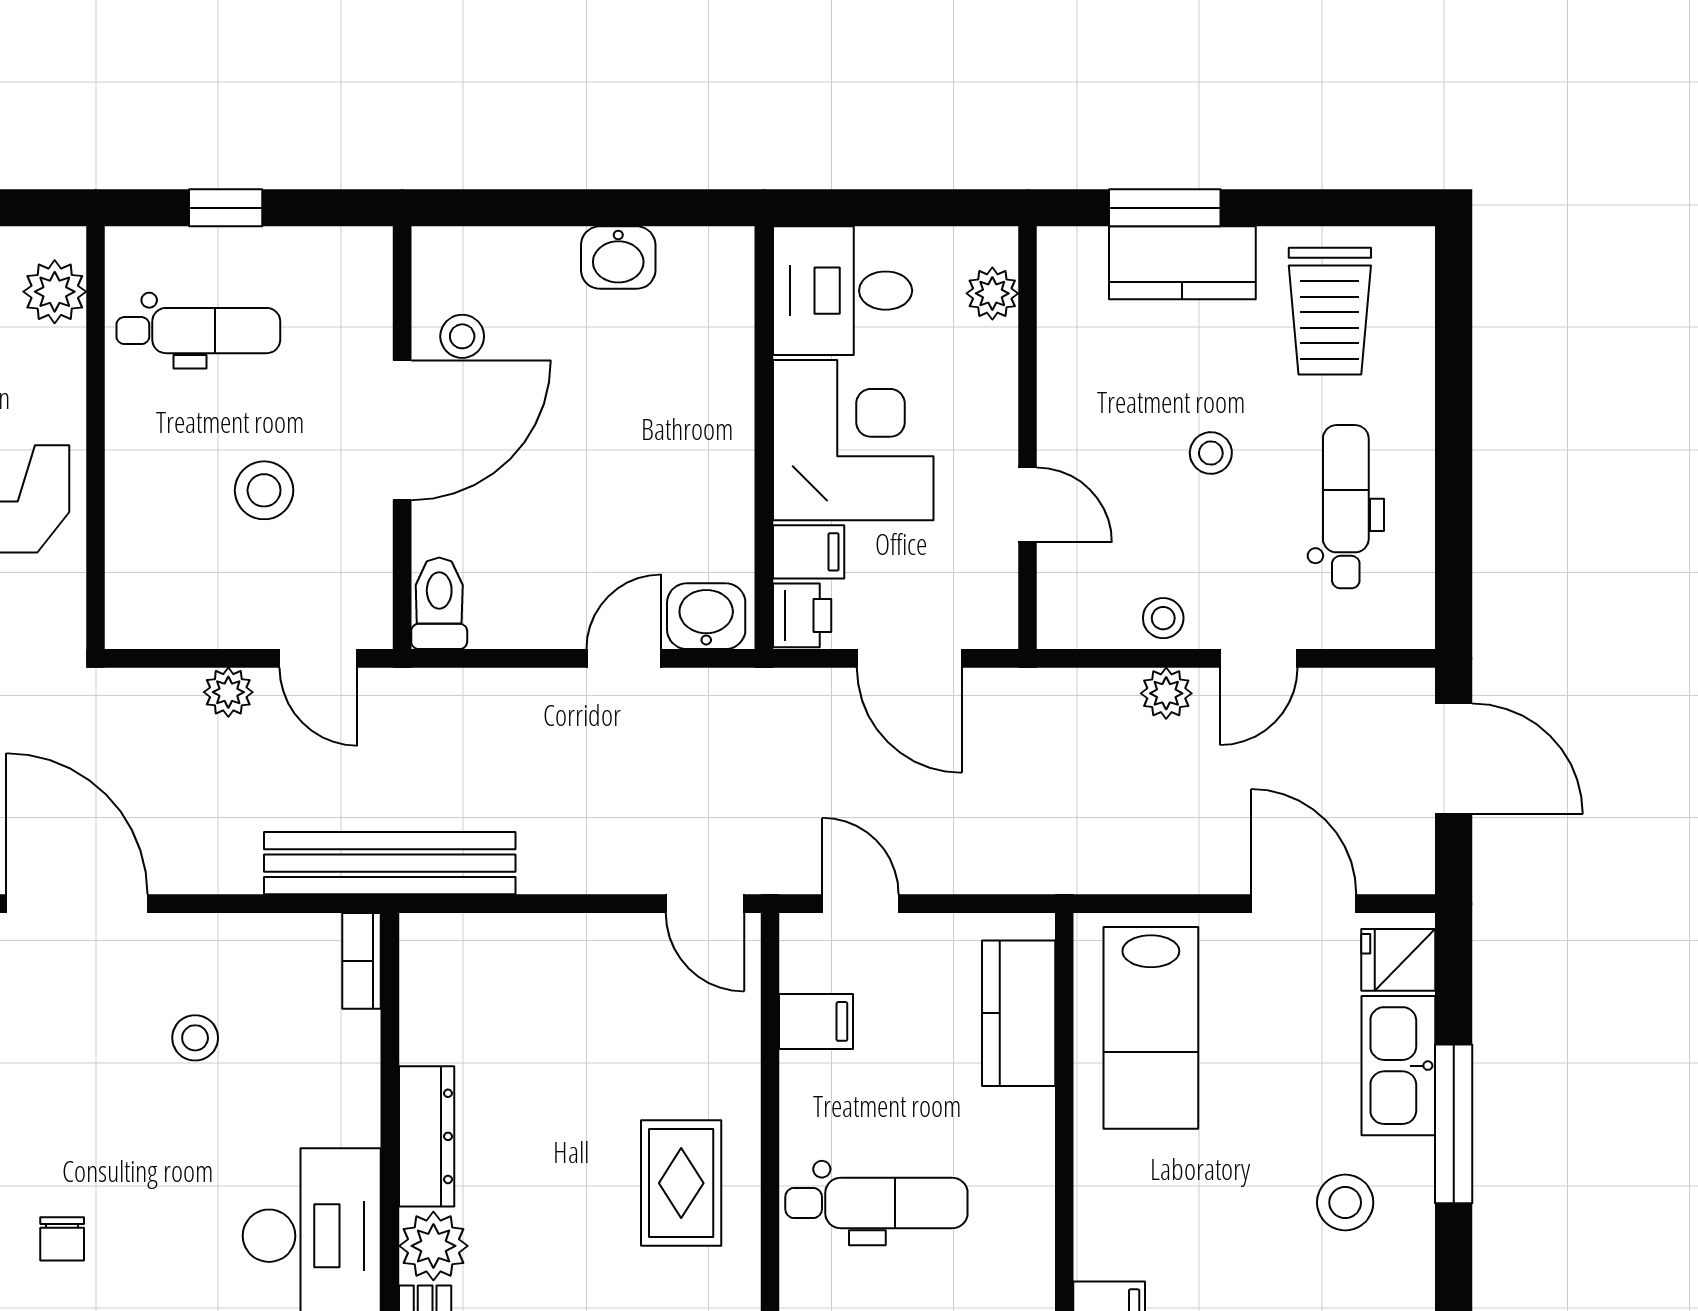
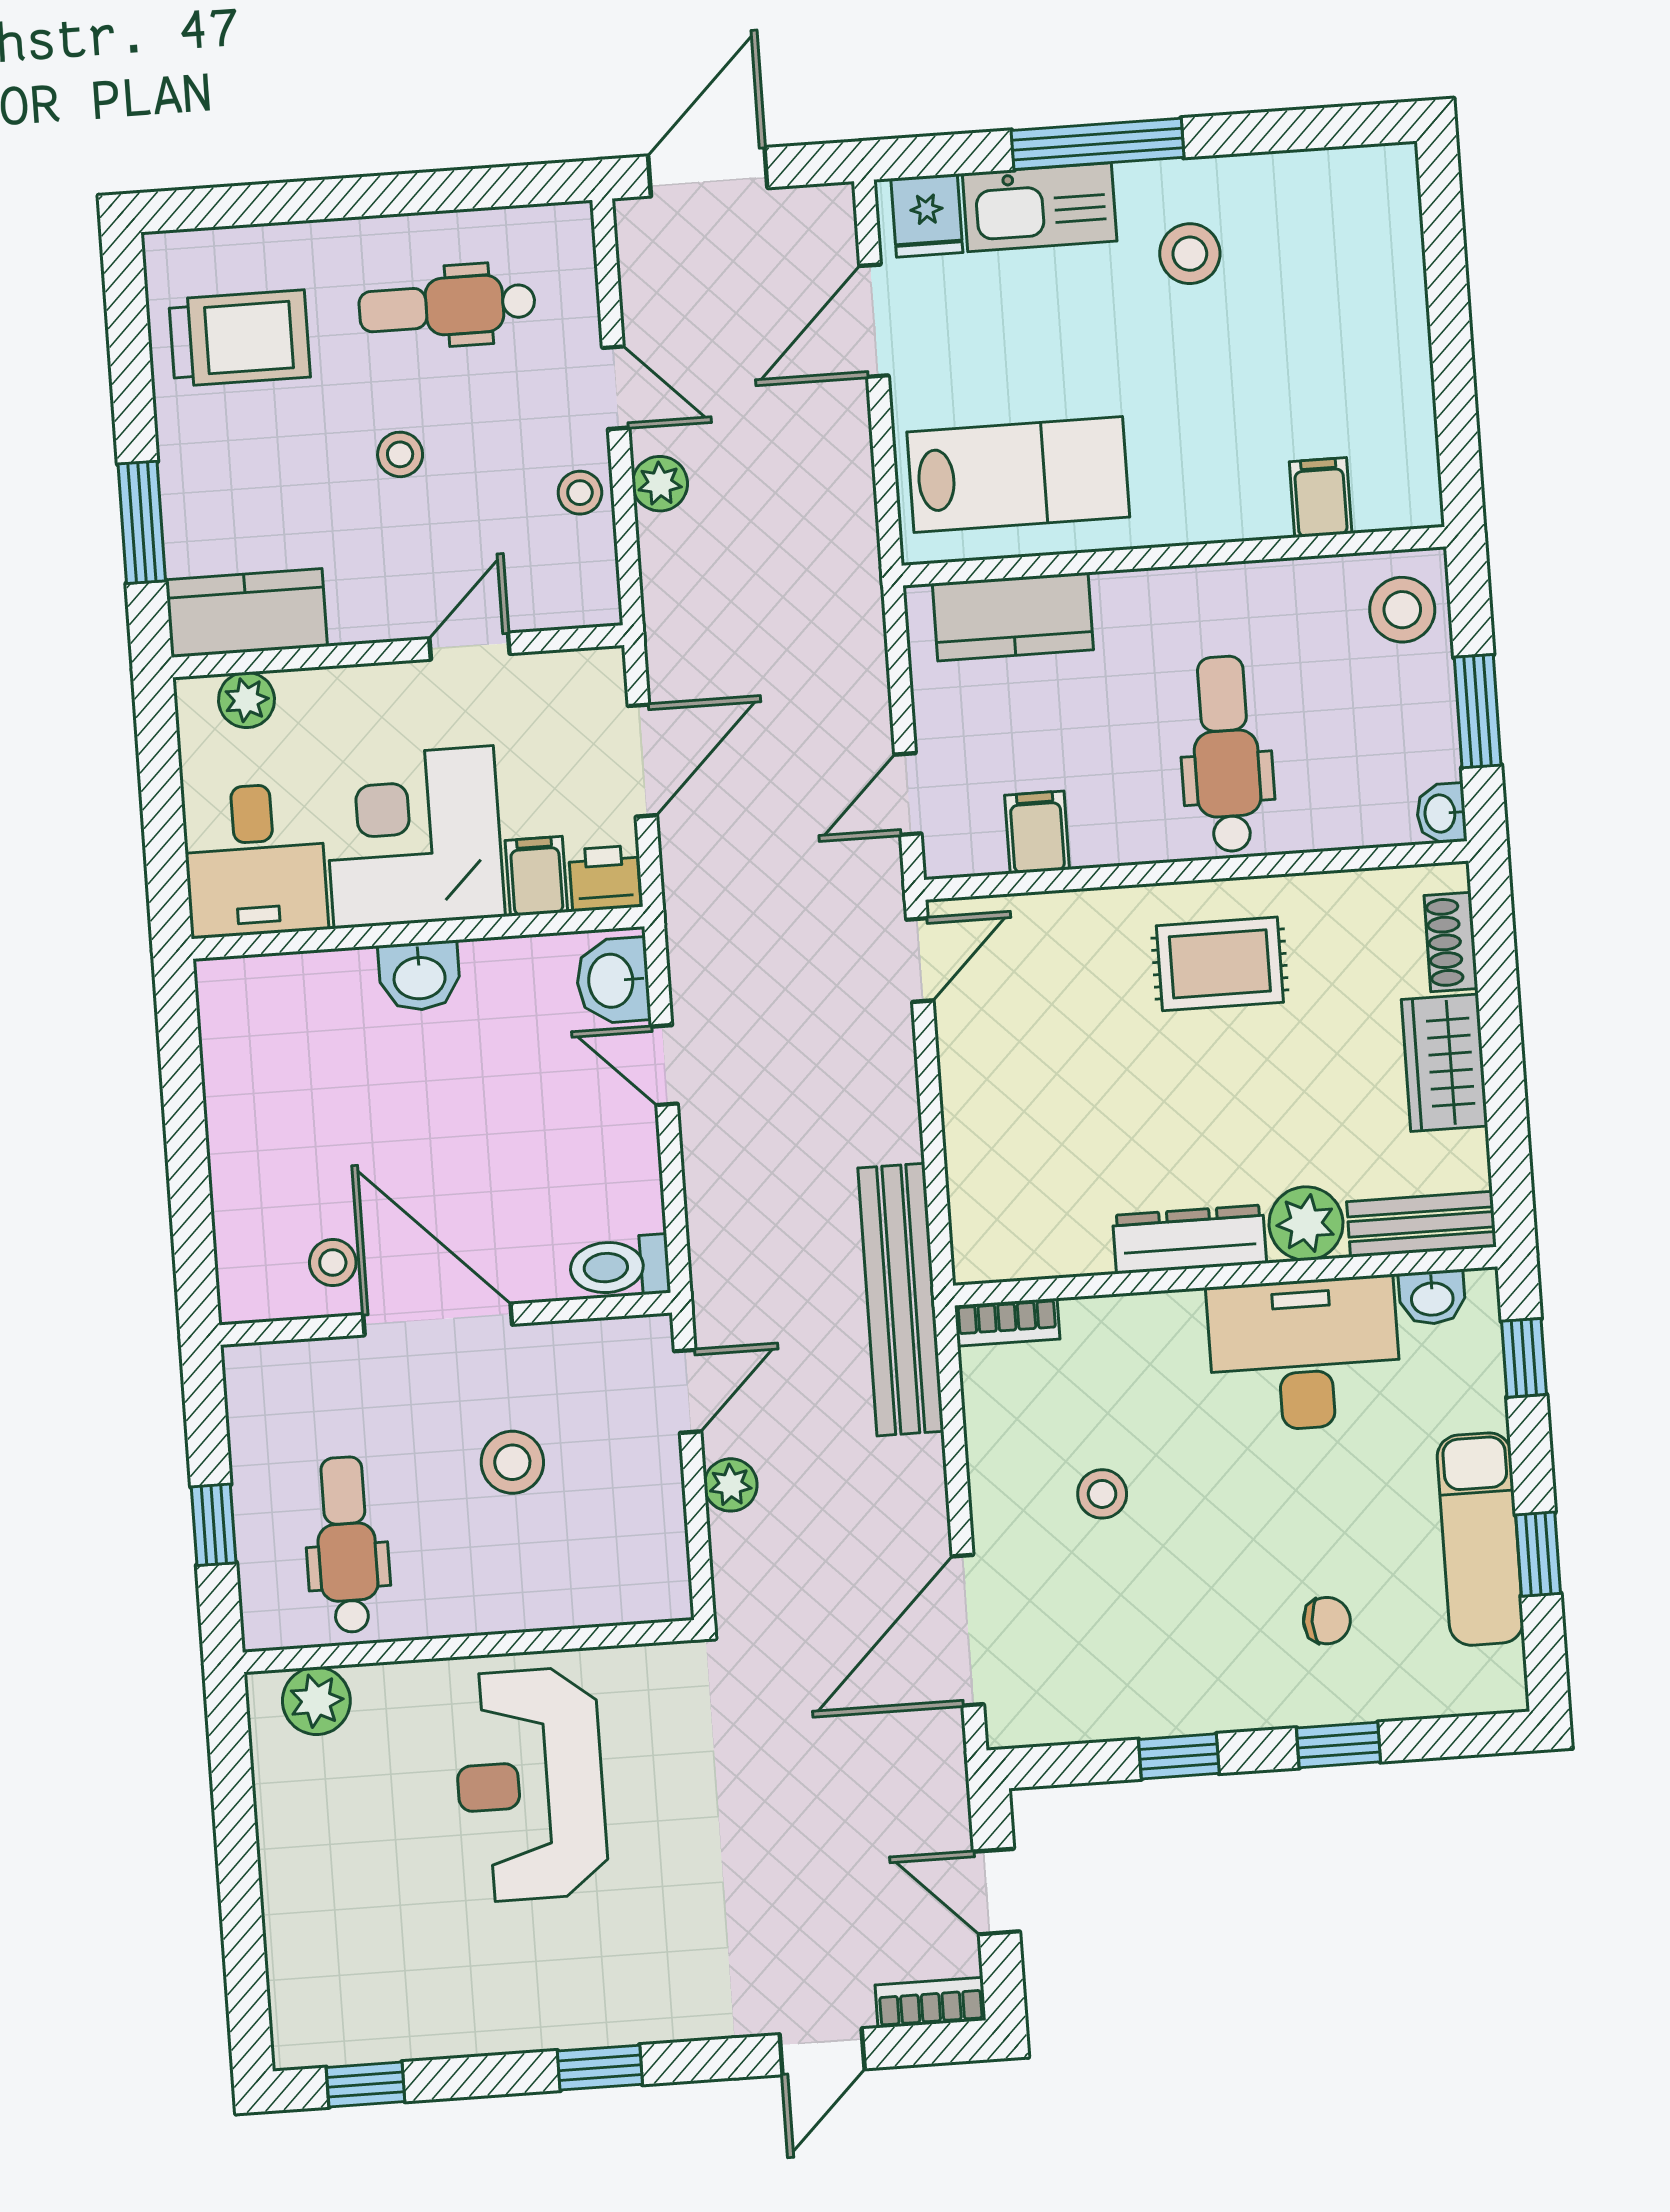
washbasin: (618, 258) -> (419, 976), moved, turned 90
kitchen counter: (1182, 263) -> (247, 613), moved, turned -90

